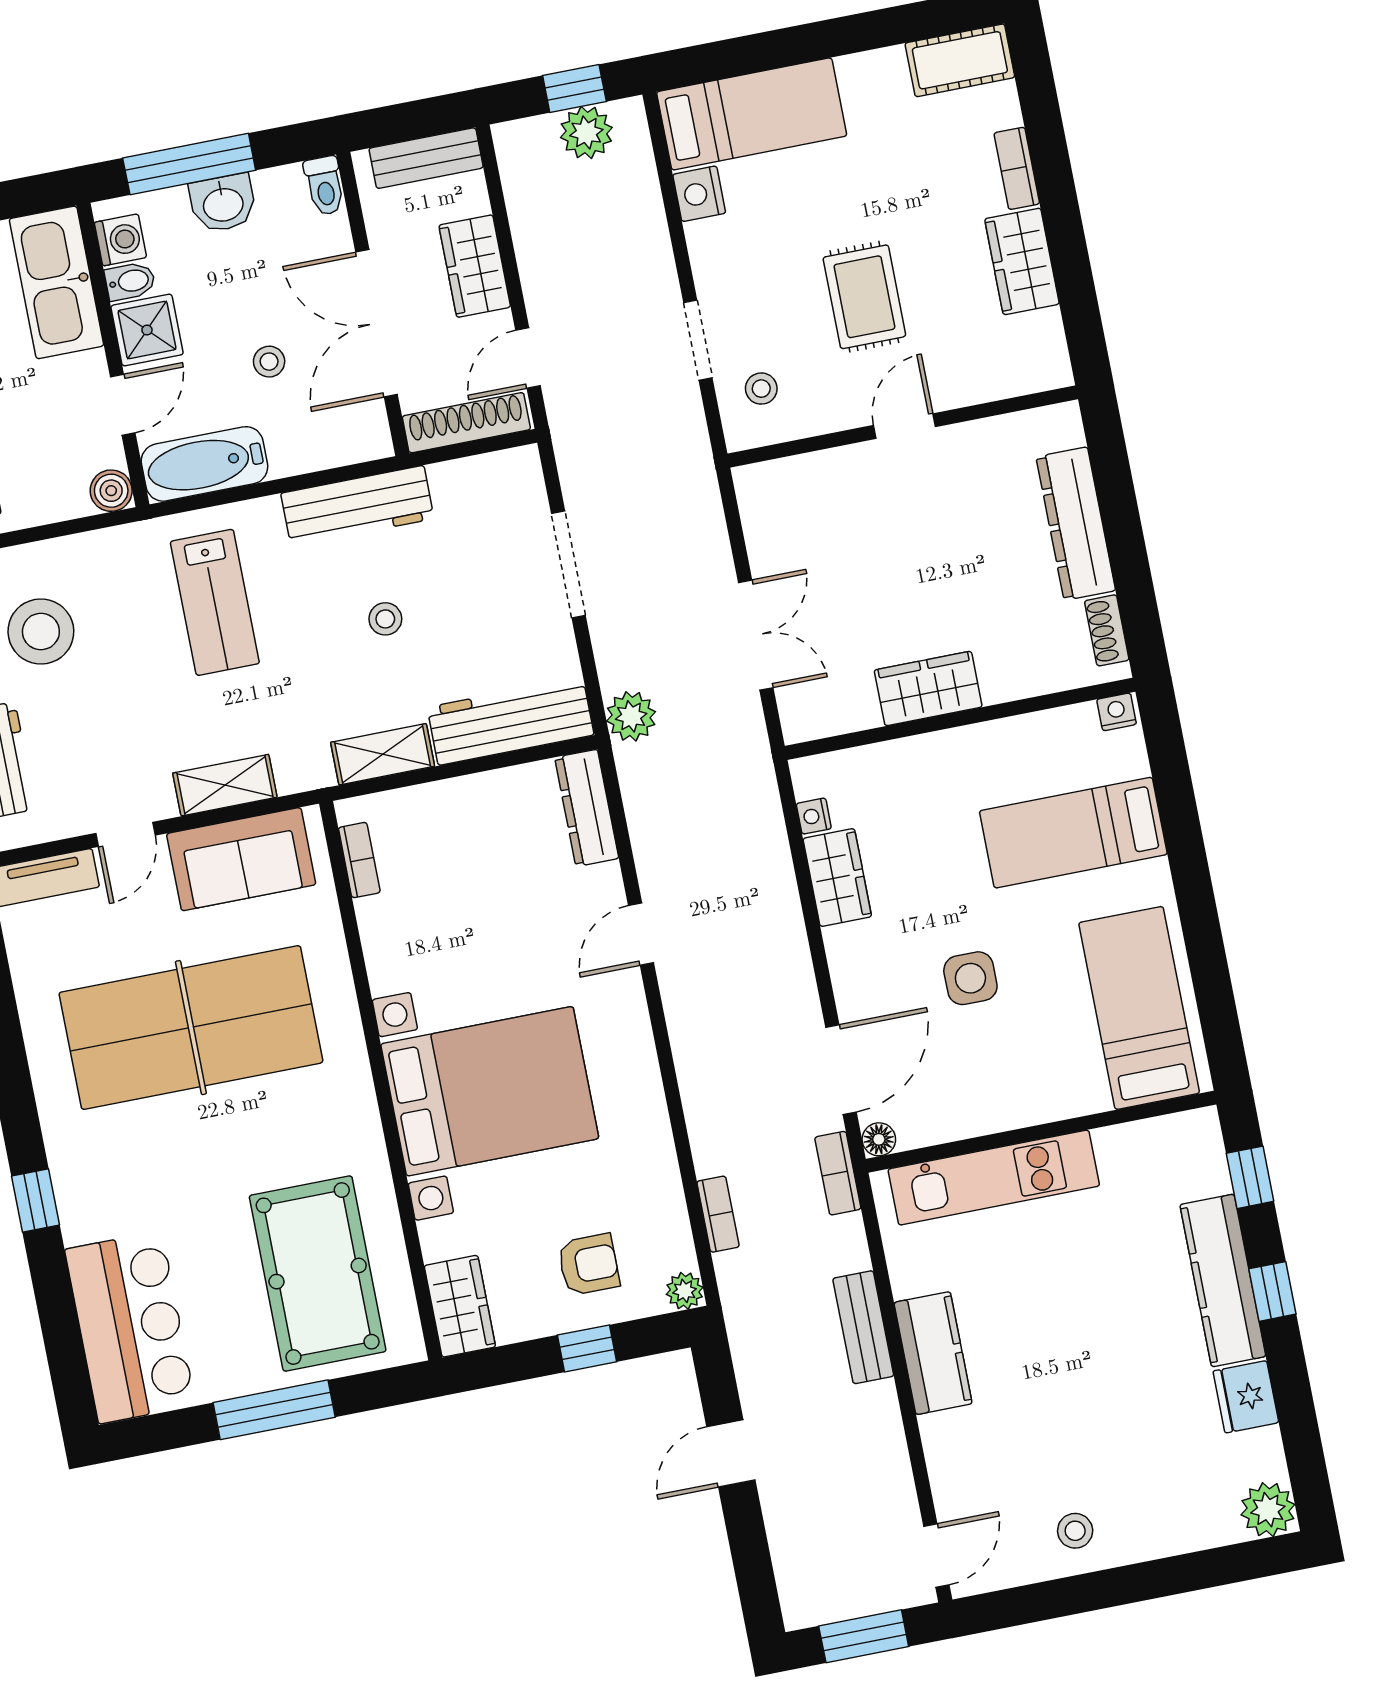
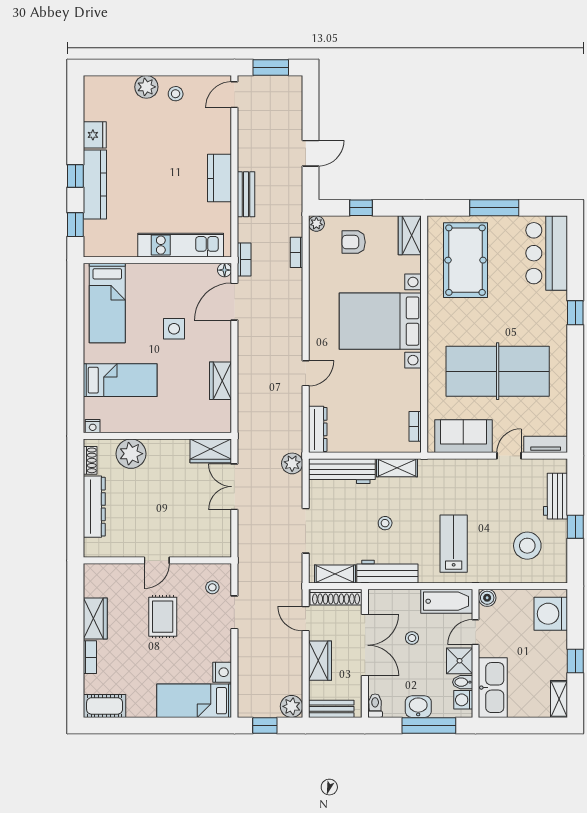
plant: (586, 133) -> (292, 706), moved
door: (528, 358) -> (306, 619), swing flipped
plant: (1014, 665) -> (131, 454), added
wardrobe: (928, 689) -> (211, 451), moved
shelving: (225, 785) -> (335, 574), moved
nightstand: (814, 816) -> (225, 408), removed
plant: (1268, 1510) -> (146, 87), moved

